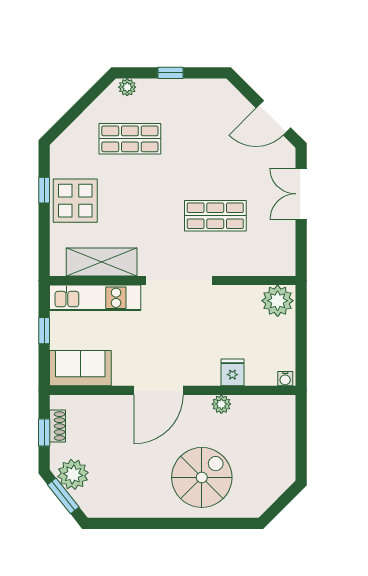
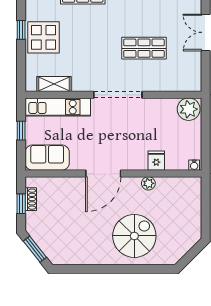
shelving: (102, 262) -> (54, 84), width x0.67, depth x0.75
plant: (73, 474) -> (42, 234), removed

